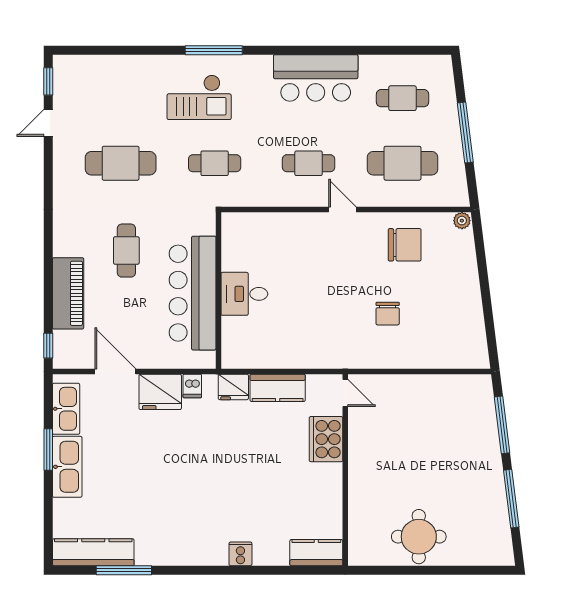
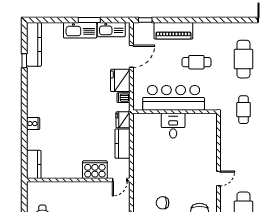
cafe table: (309, 163) -> (243, 160), removed
window: (124, 570) -> (24, 61), width x0.46

